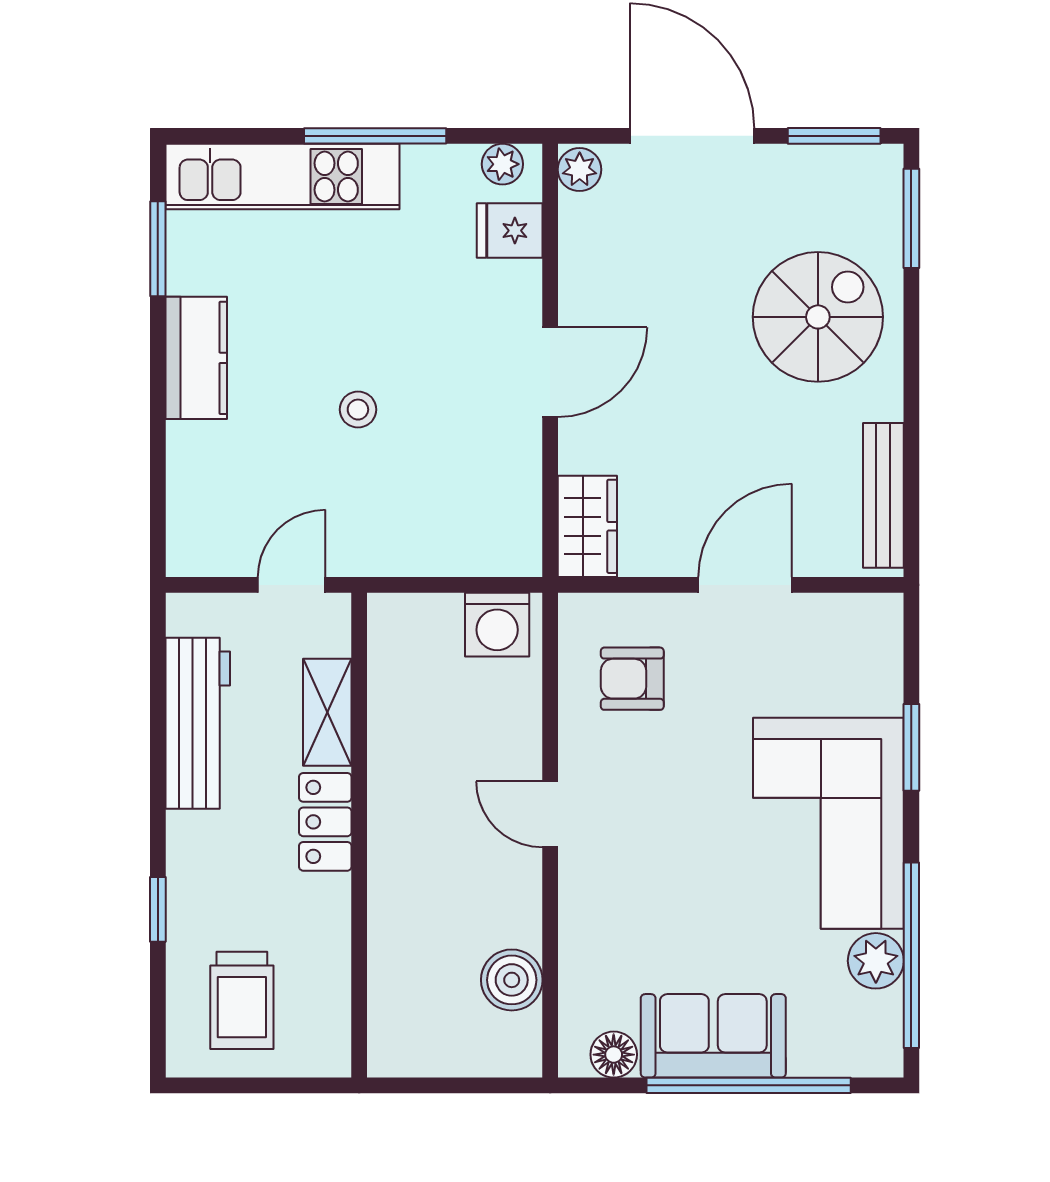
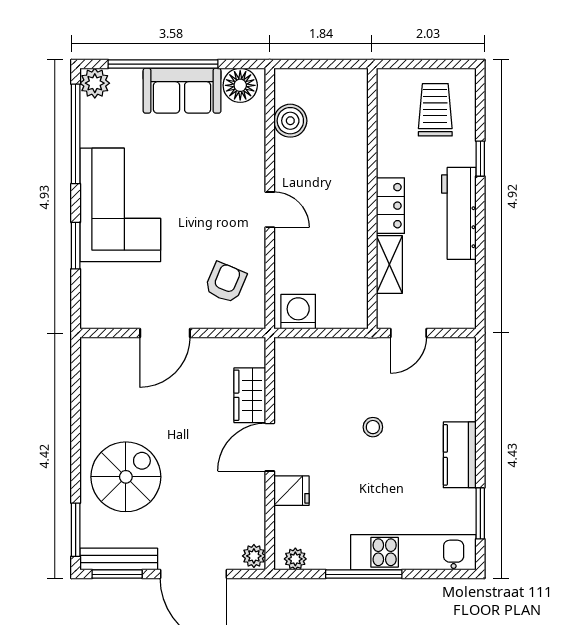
fridge: (510, 231) -> (291, 491), moved
spiral stairs: (818, 317) -> (126, 477), turned 180
bench: (883, 495) -> (119, 559), moved, turned 90
wardrobe: (587, 526) -> (250, 395), moved
armchair: (632, 679) -> (226, 283), turned -67
workbench: (198, 723) -> (459, 213), moved
plant: (876, 961) -> (95, 83), moved
floor lamp: (614, 1055) -> (240, 85), width x1.38, depth x1.38

